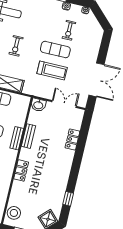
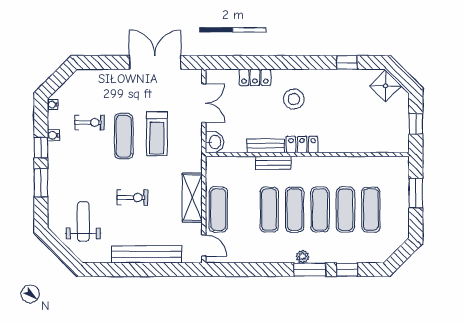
treadmill: (52, 70) -> (157, 134), turned 180
double door: (64, 104) -> (204, 103), swing flipped
locker: (21, 170) -> (302, 144), moved
stool: (14, 213) -> (294, 99), moved

